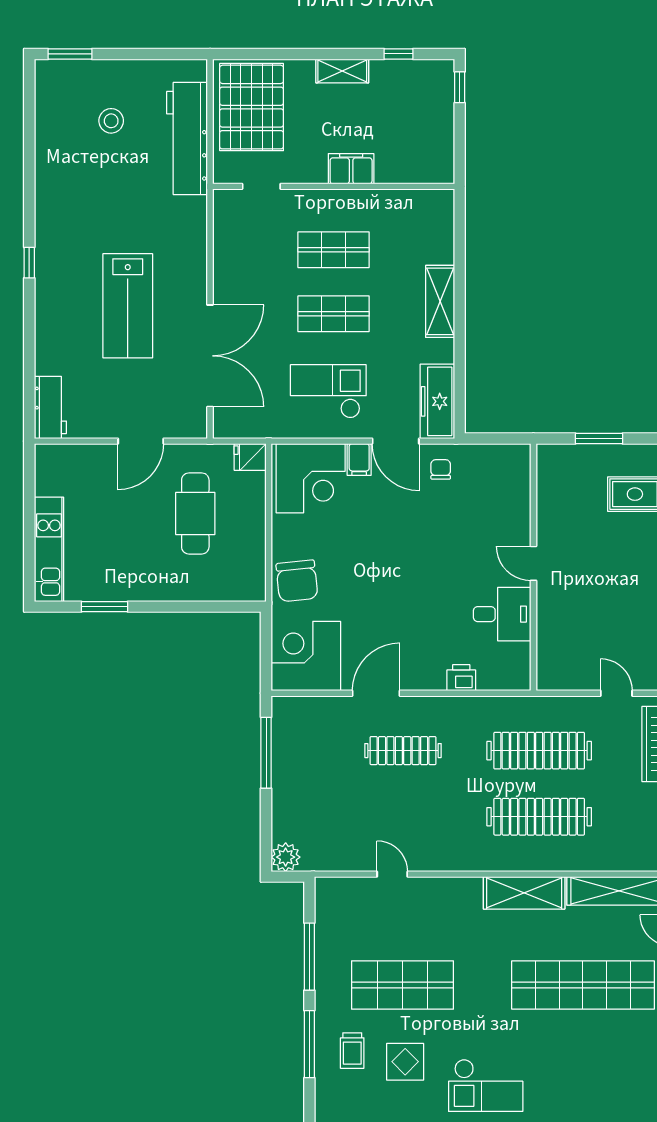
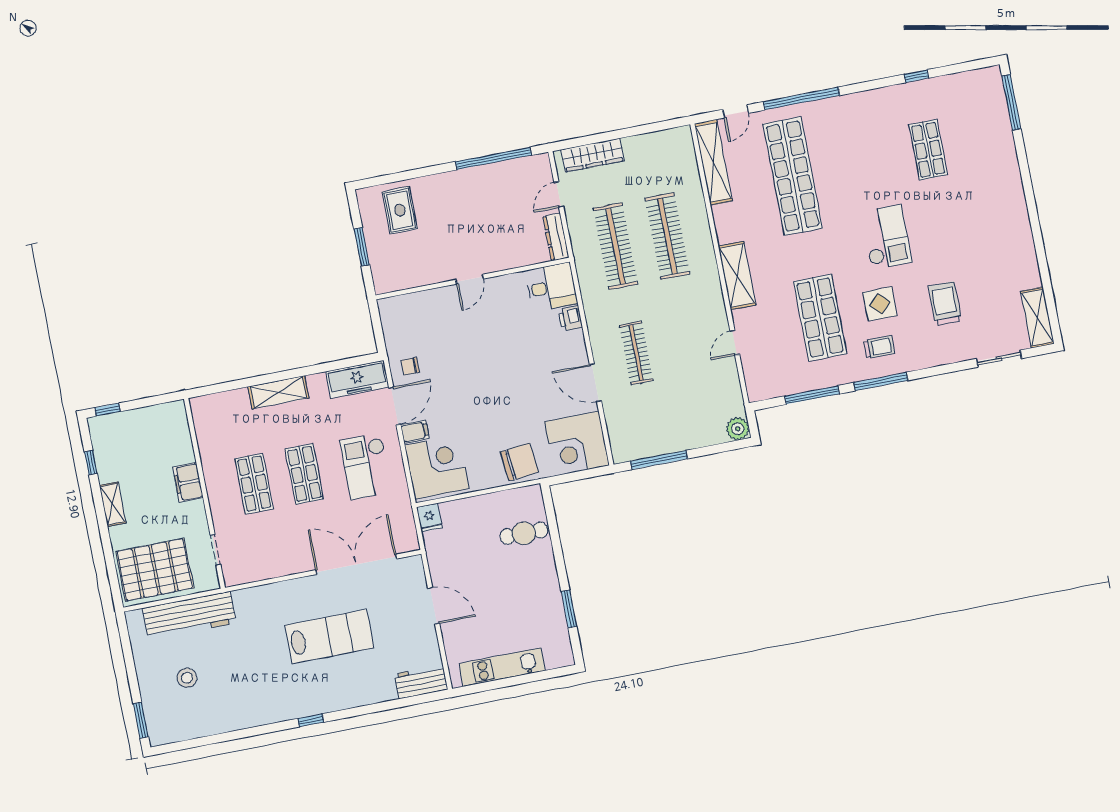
cafe table: (195, 513) -> (524, 533), moved, width x0.73, depth x0.74
kitchen unit: (49, 549) -> (502, 667), moved
desk: (502, 614) -> (551, 287), moved, turned 90
dresser: (565, 679) -> (556, 237), added
shelving: (524, 893) -> (737, 276), moved

